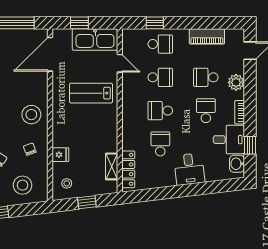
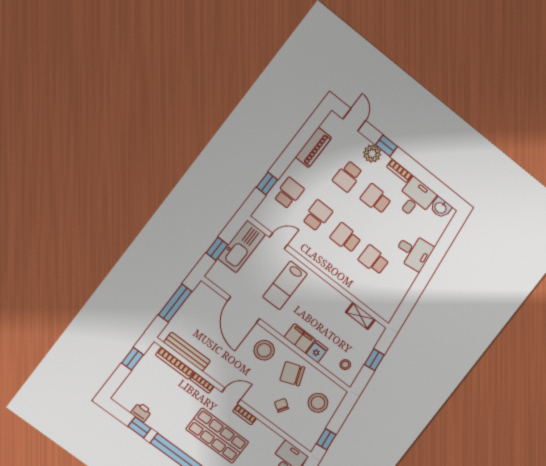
door: (50, 54) -> (244, 310), moved
school desk: (160, 111) -> (346, 238), turned 90
filing cabinet: (60, 134) -> (300, 338), added
window: (250, 145) -> (386, 146), moved
chair: (30, 149) -> (292, 374), width x1.87, depth x1.87
locker: (128, 169) -> (374, 304), removed

